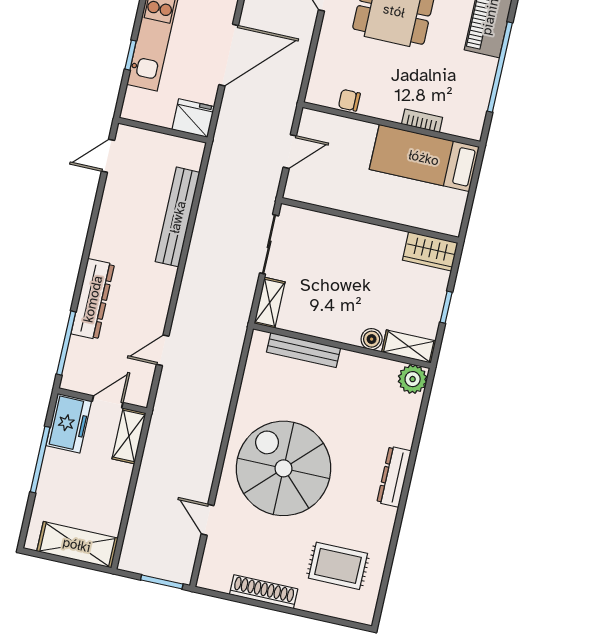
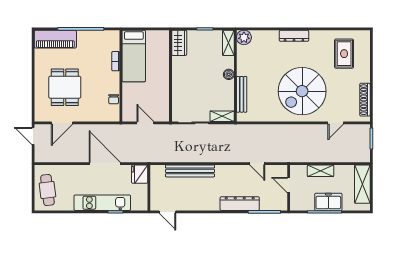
boiler: (372, 339) -> (229, 74), moved
freezer: (69, 423) -> (328, 202), moved
shelving: (129, 436) -> (321, 171), moved
shoe rack: (264, 592) -> (365, 100), moved

